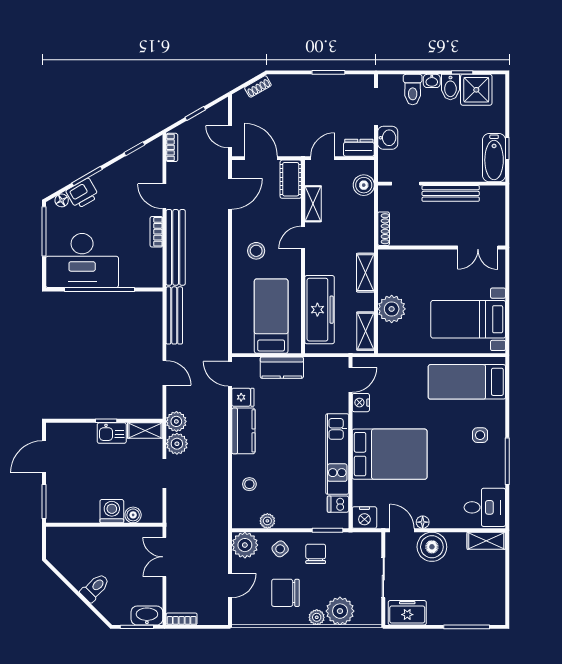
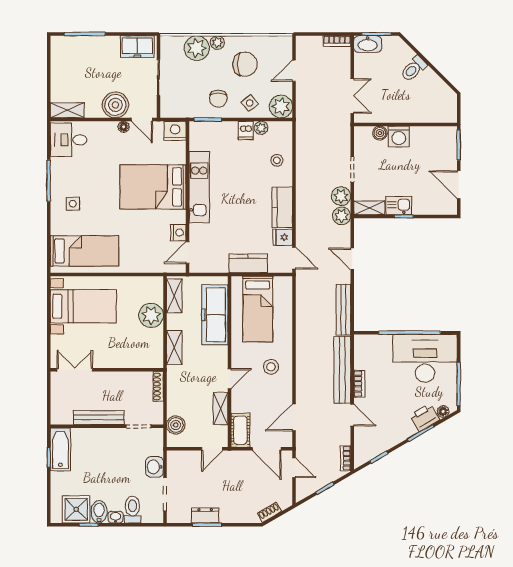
dresser: (359, 148) -> (205, 516), moved, turned 180
door: (44, 457) -> (459, 185), swing flipped
dishwasher: (338, 504) -> (246, 131), moved, turned 90

